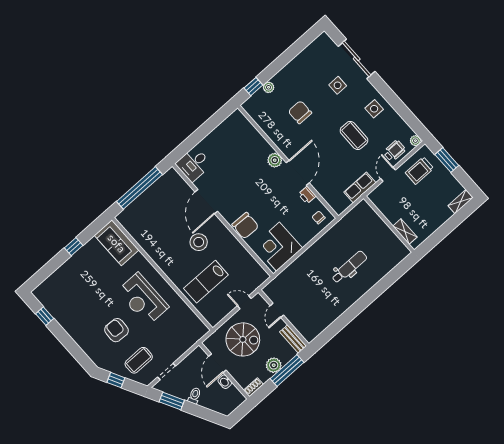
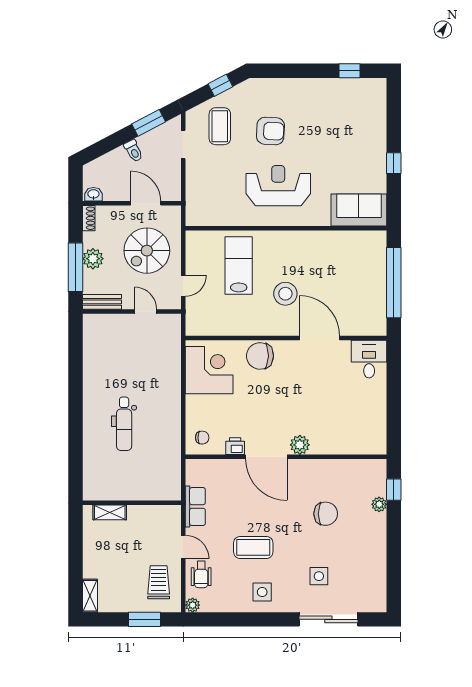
washbasin: (225, 382) -> (93, 194), moved

